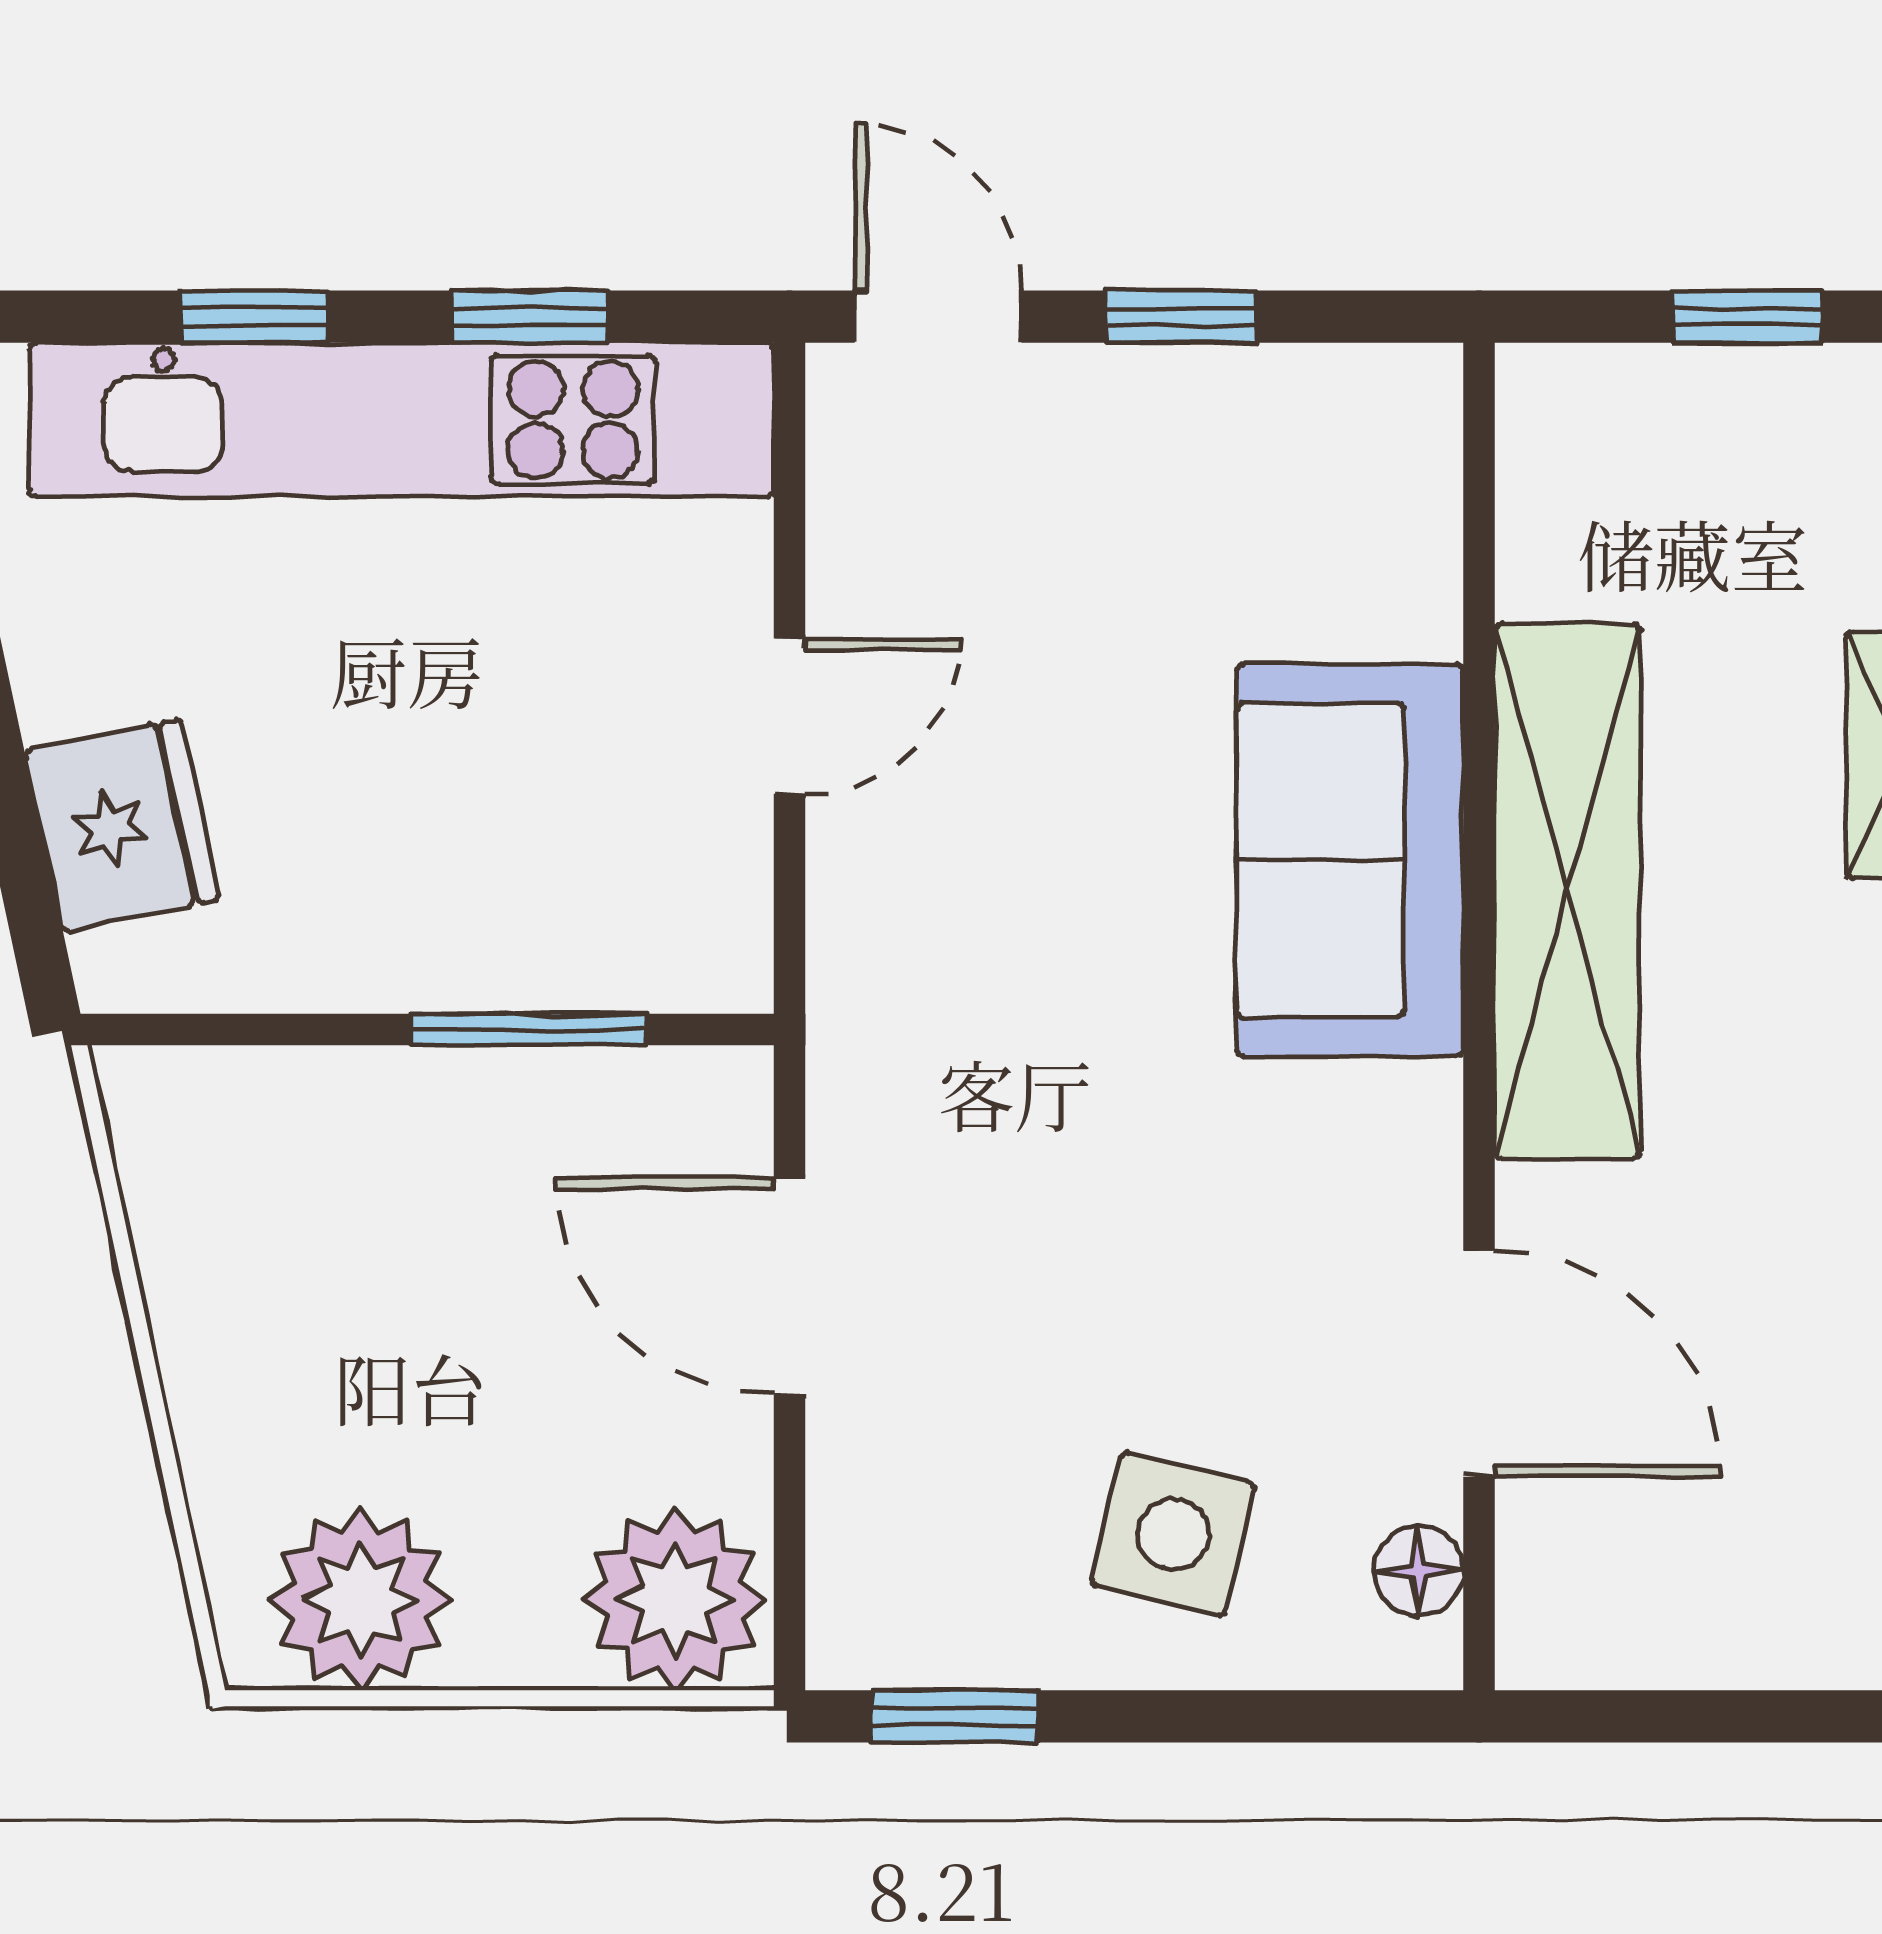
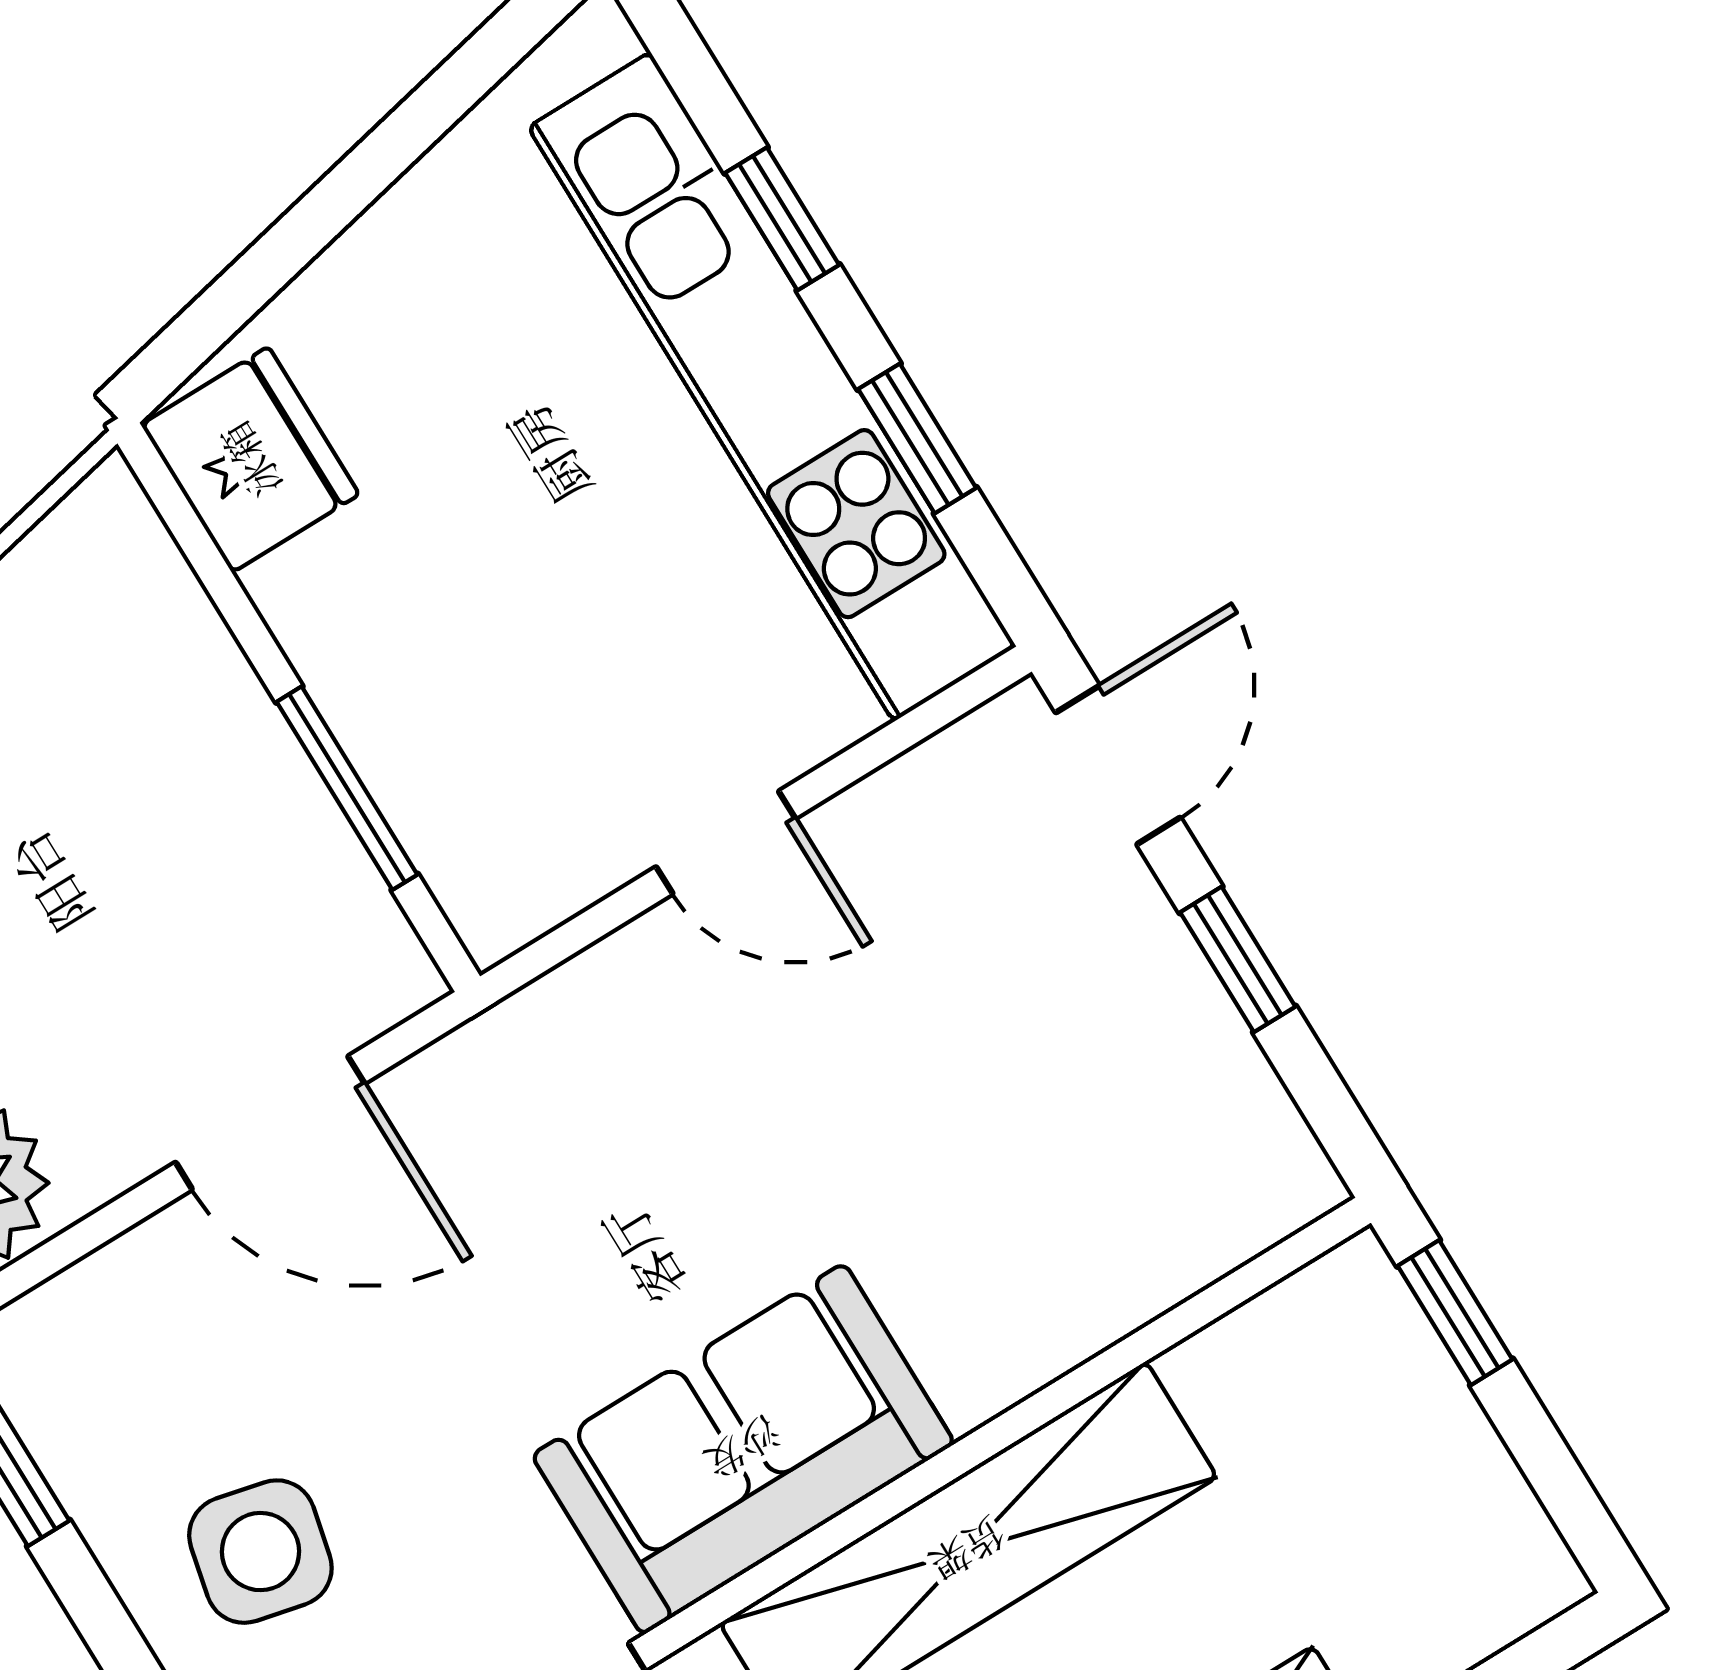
window: (1747, 317) -> (1455, 1313), moved
fridge: (122, 825) -> (250, 460), moved, turned -78
sofa: (1350, 860) -> (743, 1449), moved
door: (790, 1286) -> (270, 1123), swing flipped

